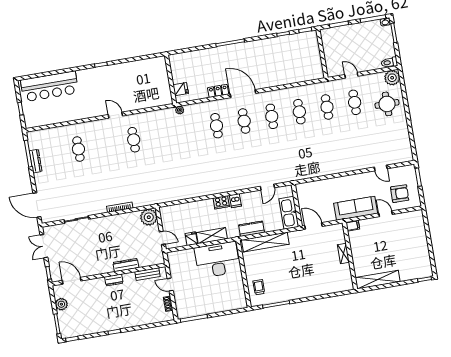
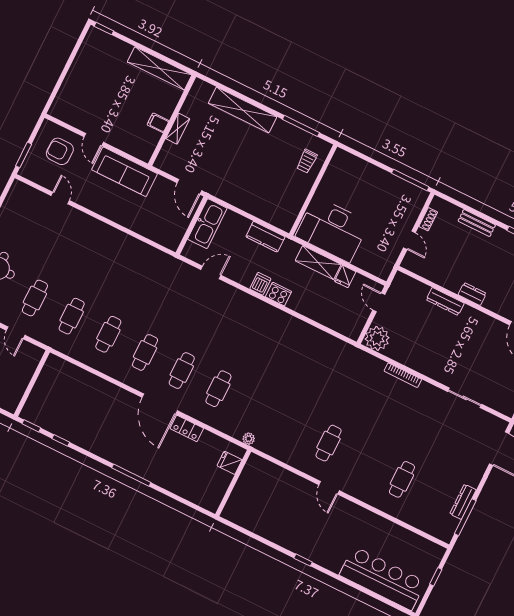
filing cabinet: (353, 226) -> (158, 123), moved
shelving: (265, 242) -> (243, 110), moved
bench: (148, 274) -> (477, 223), moved

